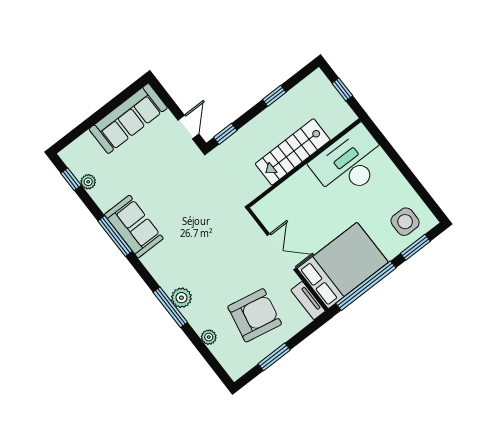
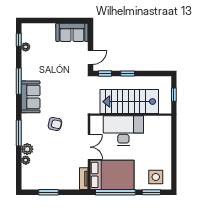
window: (274, 96) -> (128, 74), moved
sofa: (128, 118) -> (72, 32), width x0.73
stairs: (293, 152) -> (129, 102), width x1.36, depth x1.51
desk: (350, 163) -> (123, 131), moved
sofa: (134, 227) -> (31, 97), moved
plant: (181, 298) -> (27, 149), moved
armchair: (255, 315) -> (55, 124), moved, width x0.53, depth x0.53

